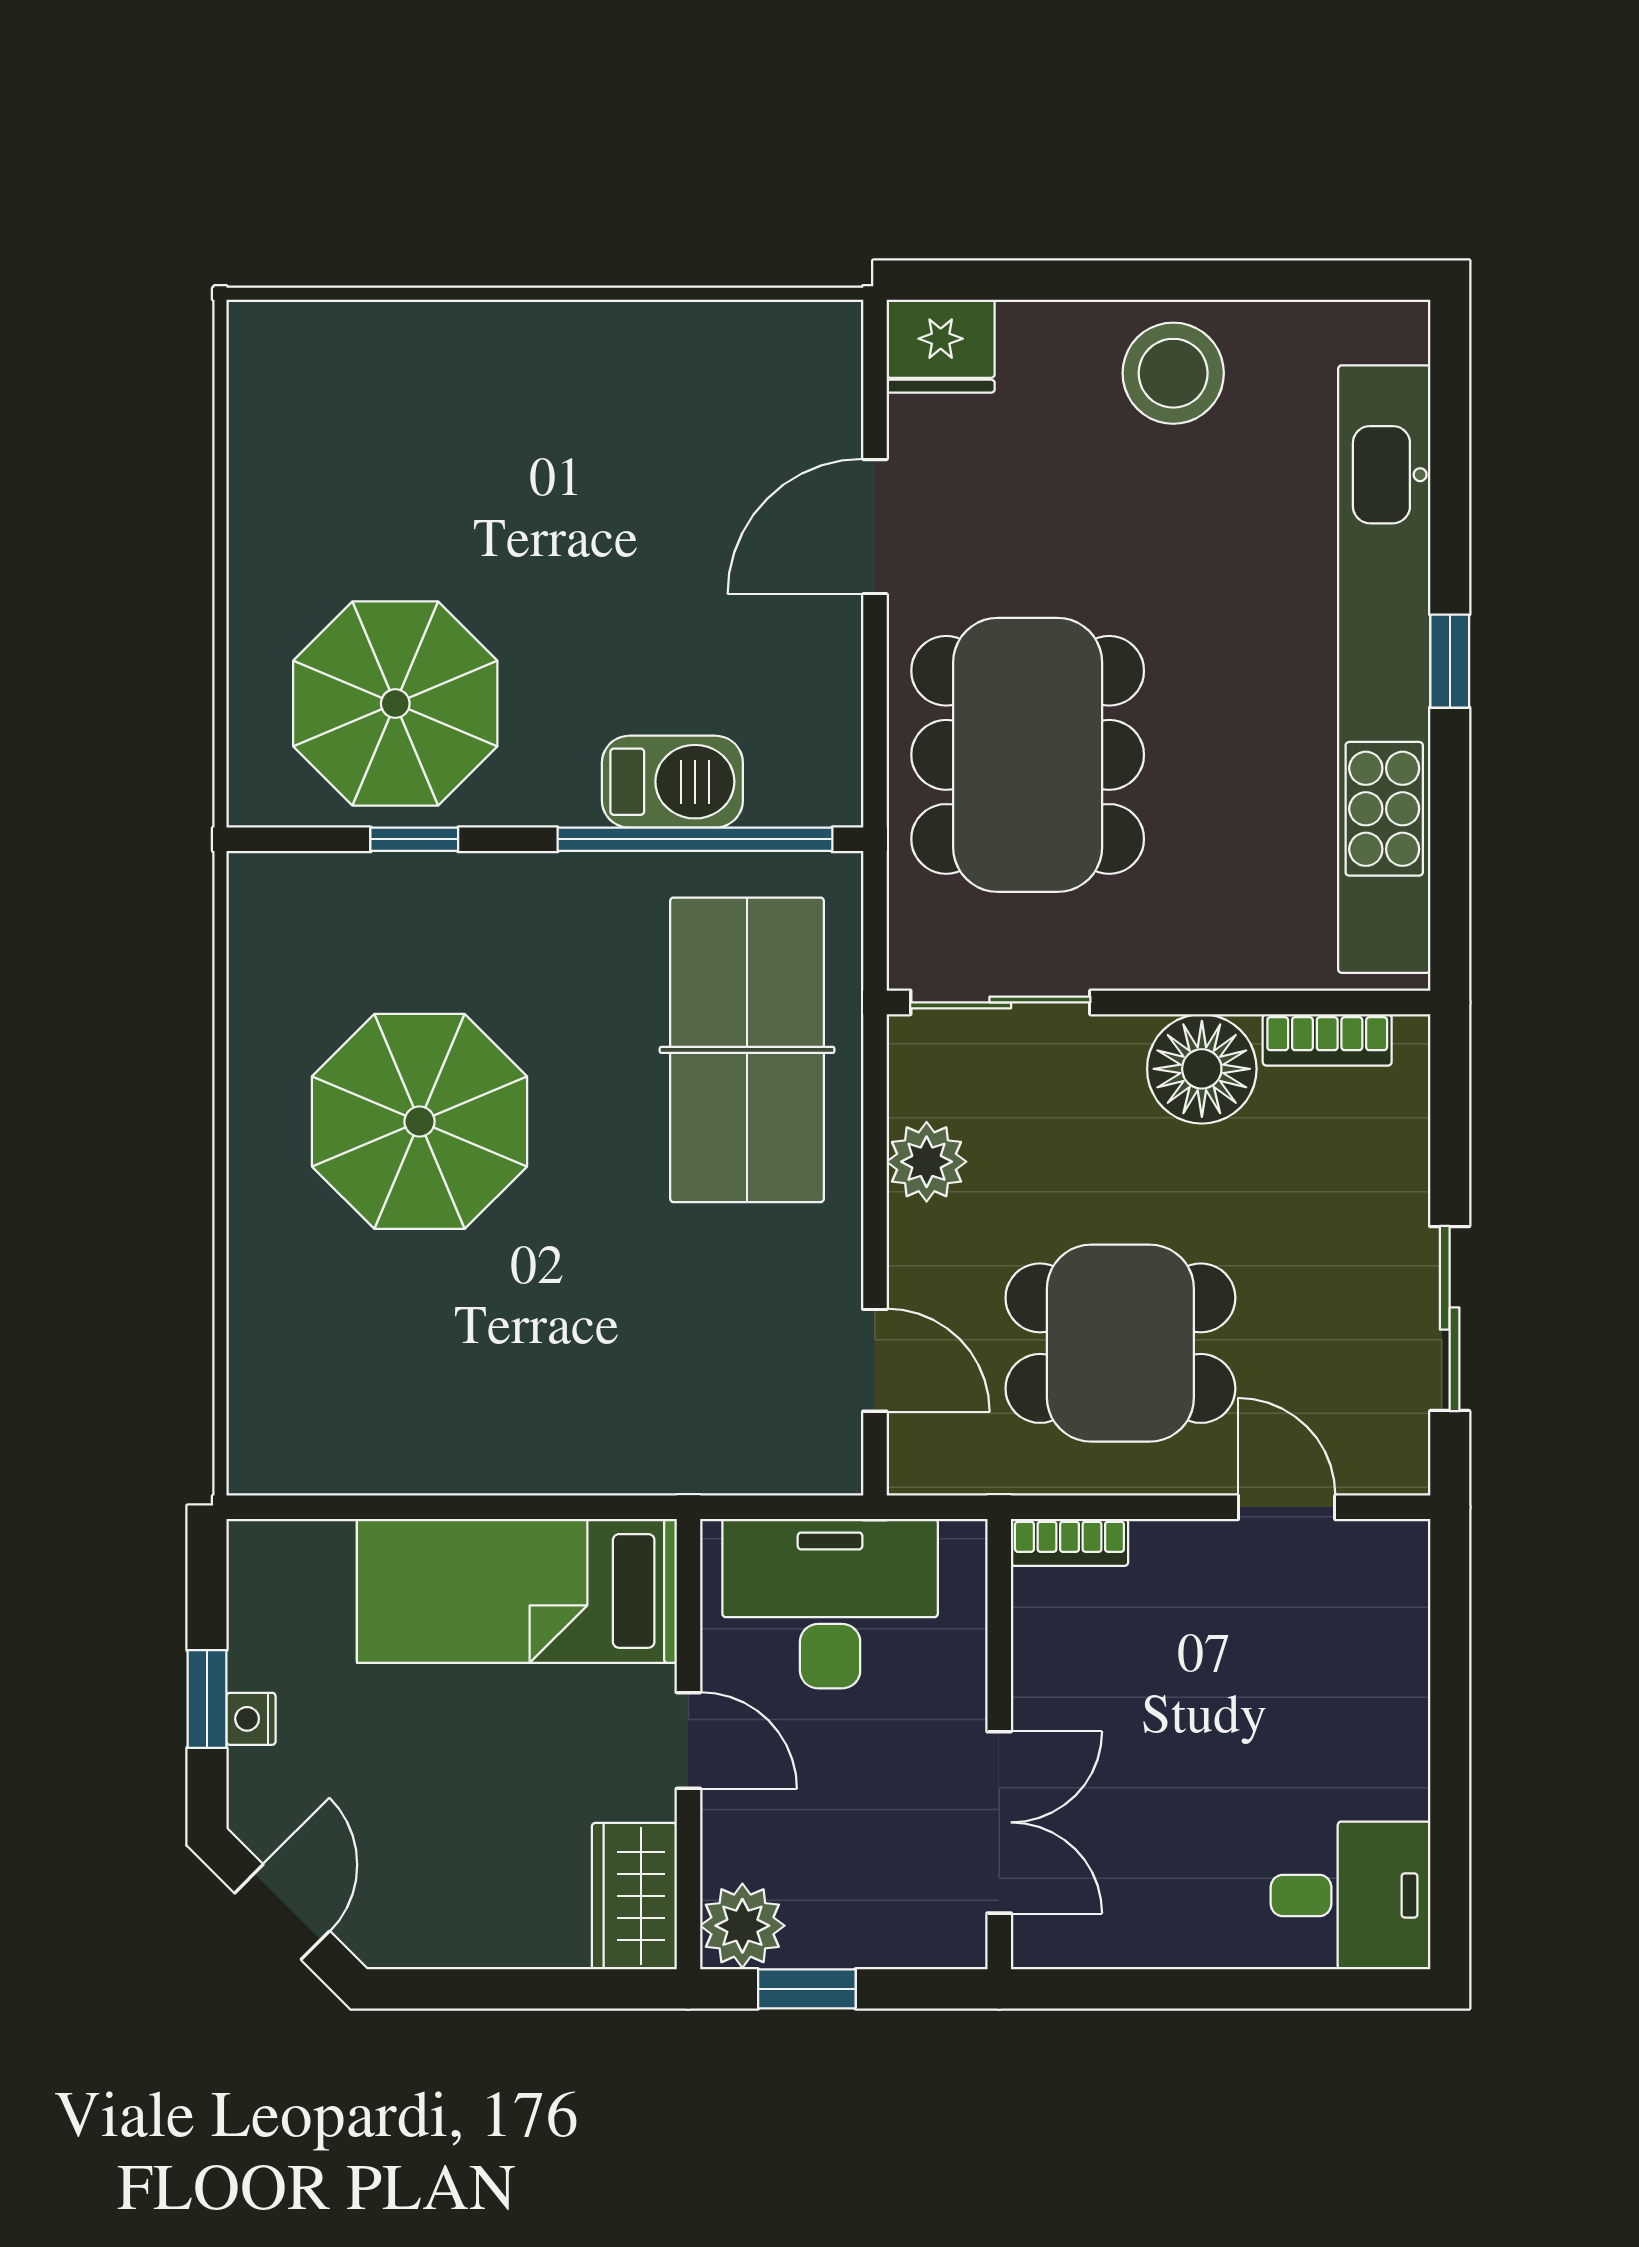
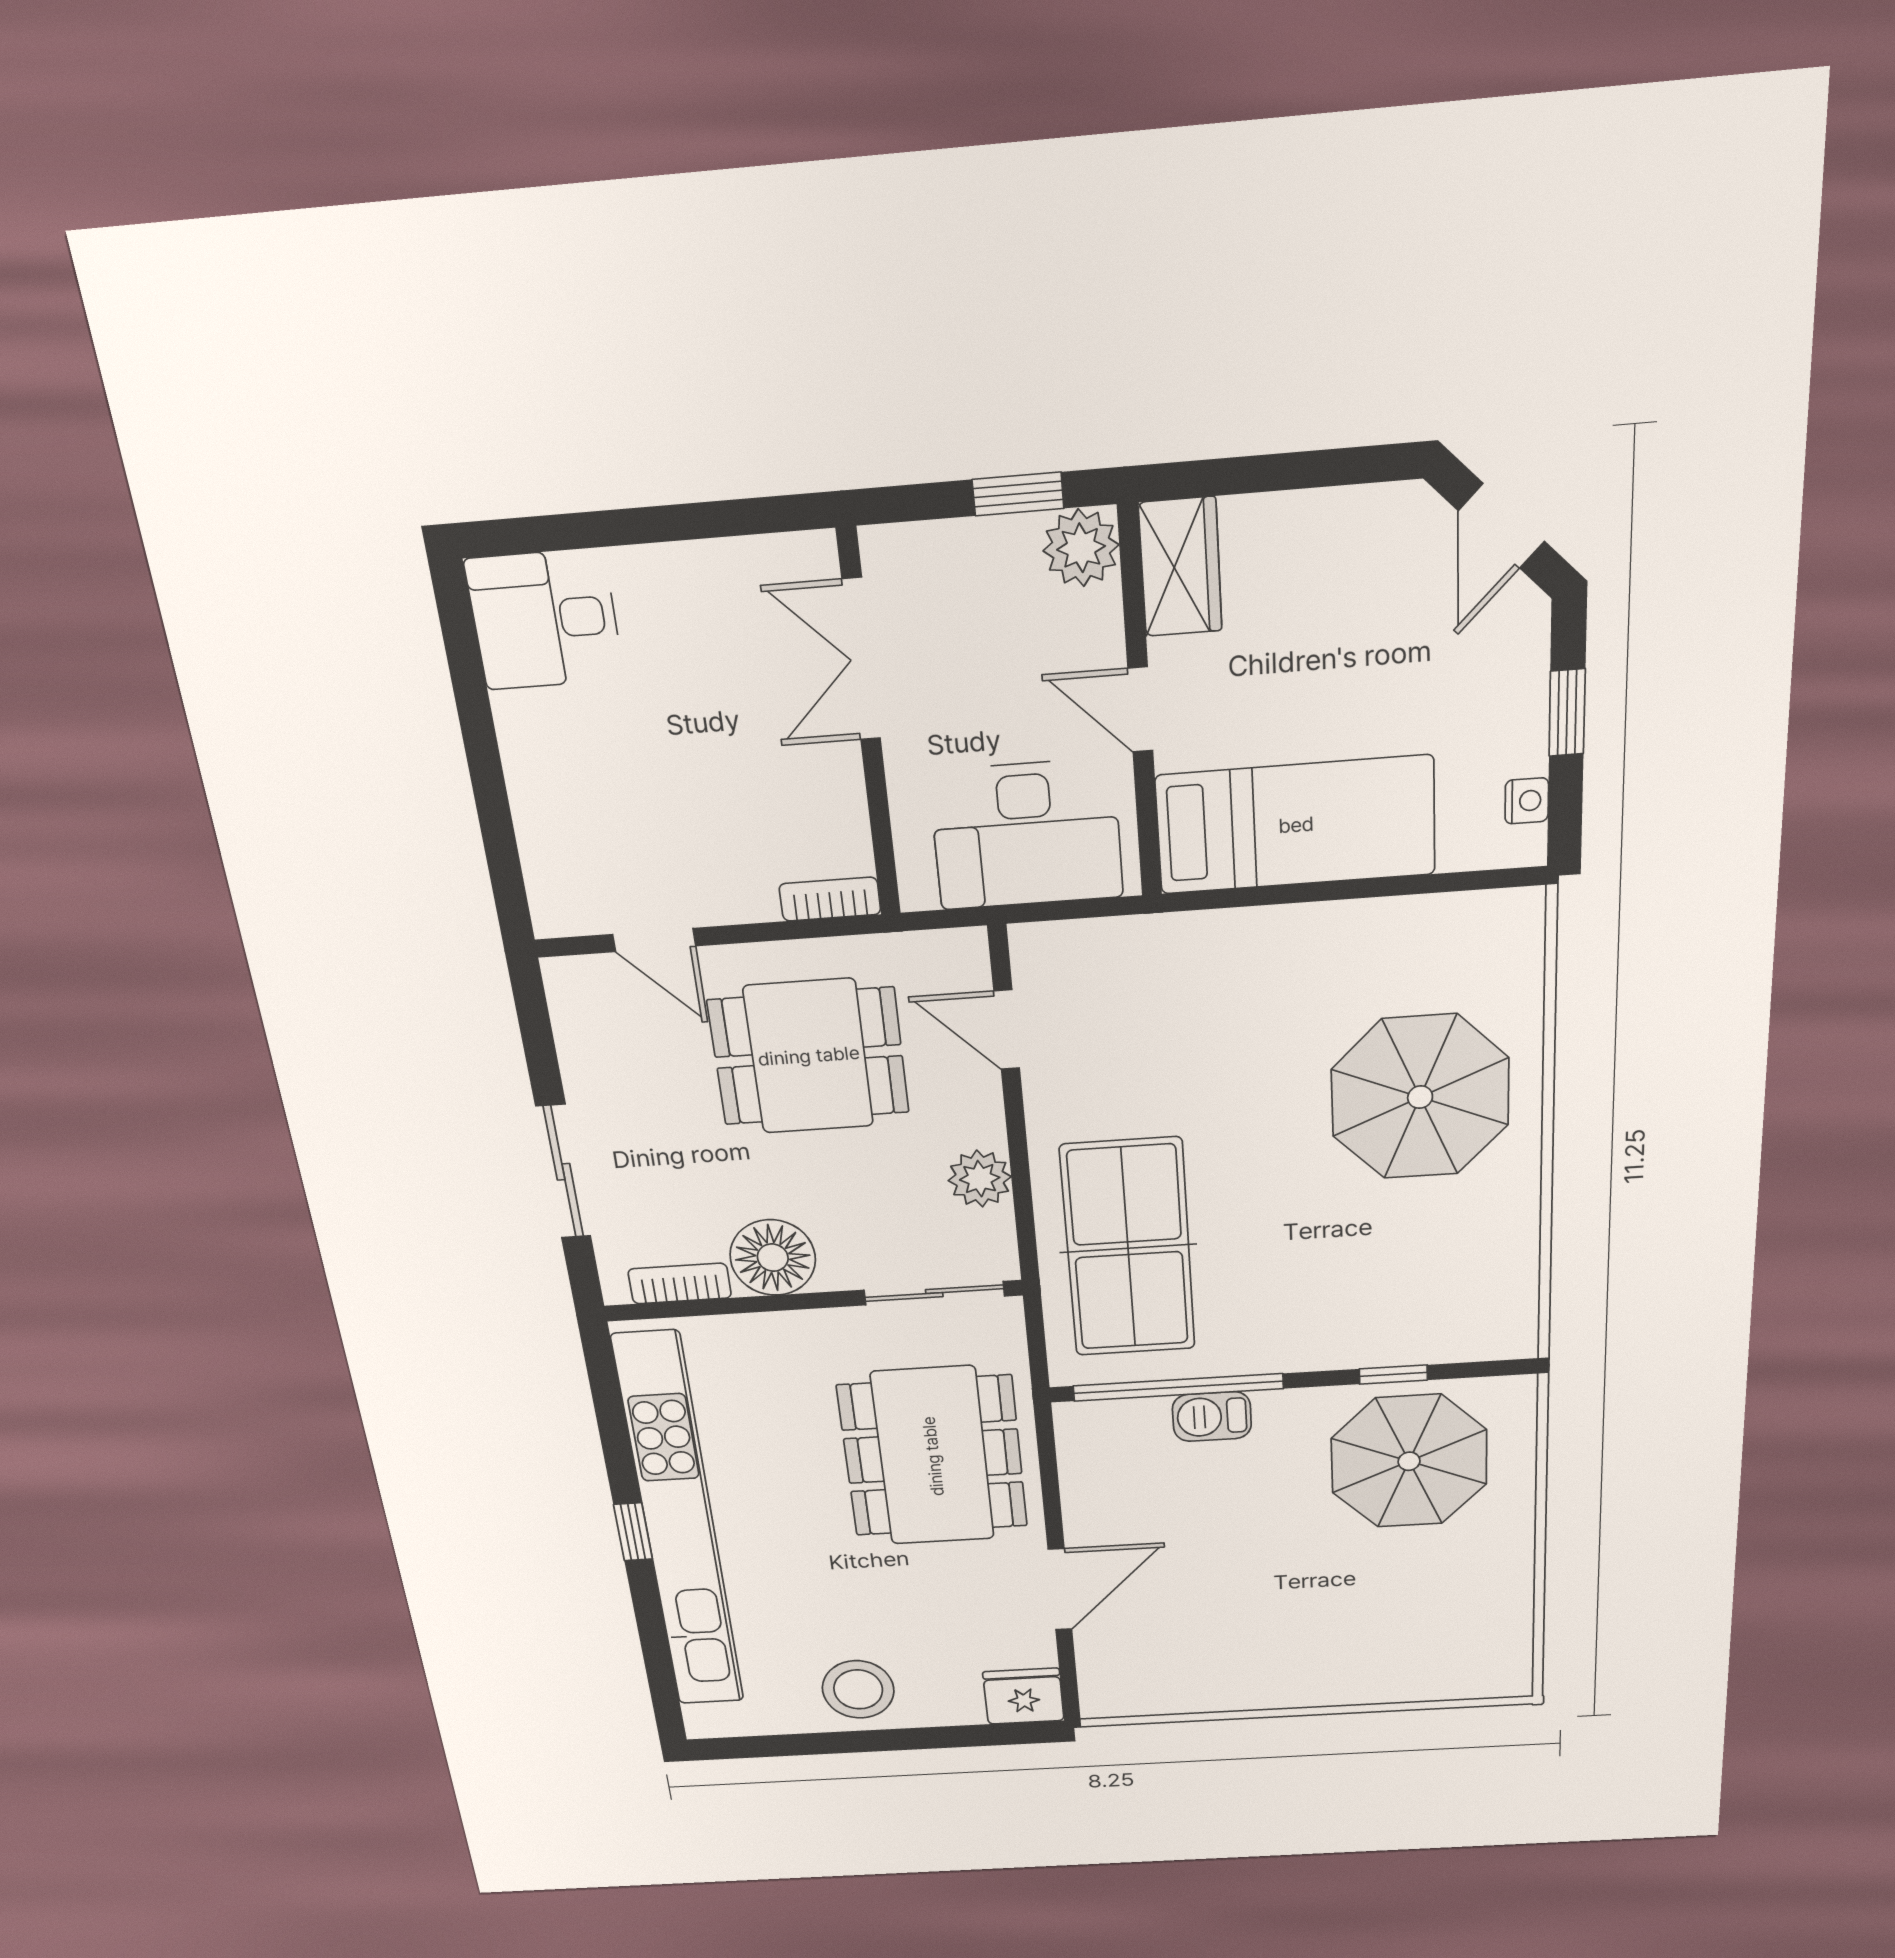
barbecue: (672, 782) -> (1212, 1417), width x0.73, depth x0.79
parasol: (419, 1121) -> (1420, 1097), moved
sliding door: (1450, 1319) -> (563, 1172), moved
nightstand: (251, 1719) -> (1527, 801), moved

